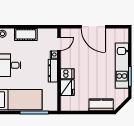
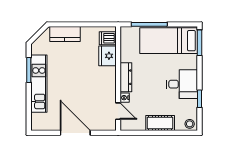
door: (59, 44) -> (118, 111), swing flipped
dishwasher: (67, 74) -> (108, 38), moved

